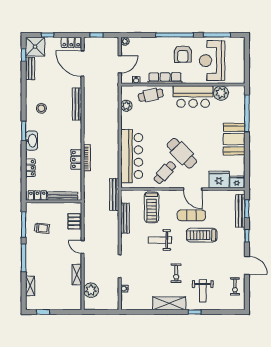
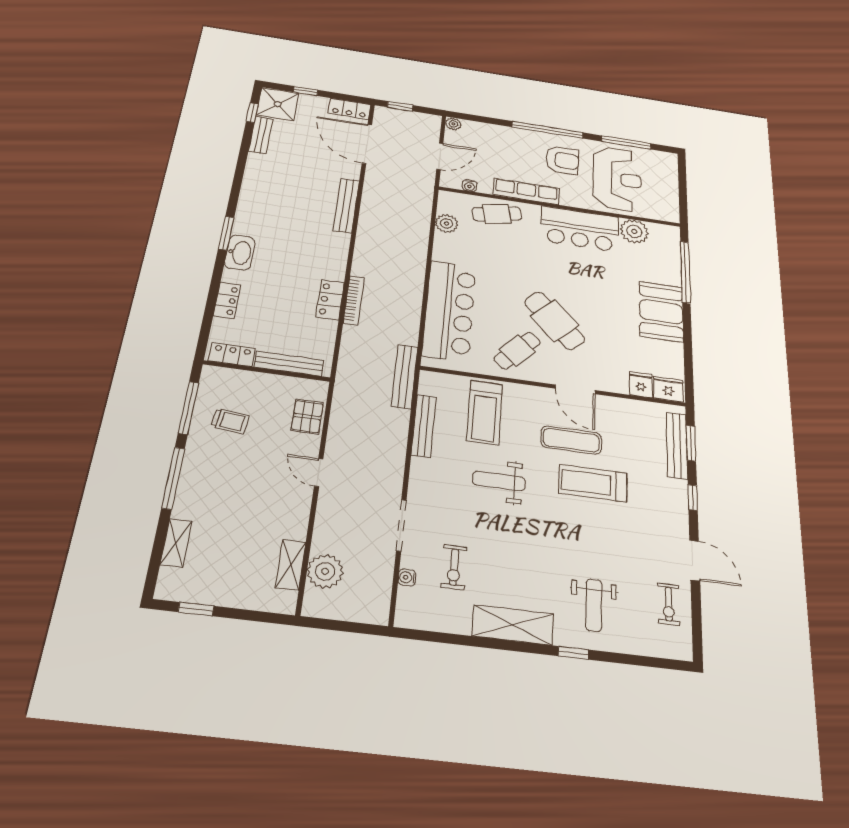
armchair: (183, 54) -> (562, 160), turned -90
reception desk: (212, 61) -> (617, 179), turned 180
stool: (41, 108) -> (271, 201), removed
fridge: (219, 179) -> (641, 385), width x0.53, depth x0.75
exercise bike: (176, 273) -> (454, 567), moved
shelving: (77, 275) -> (291, 565), moved

